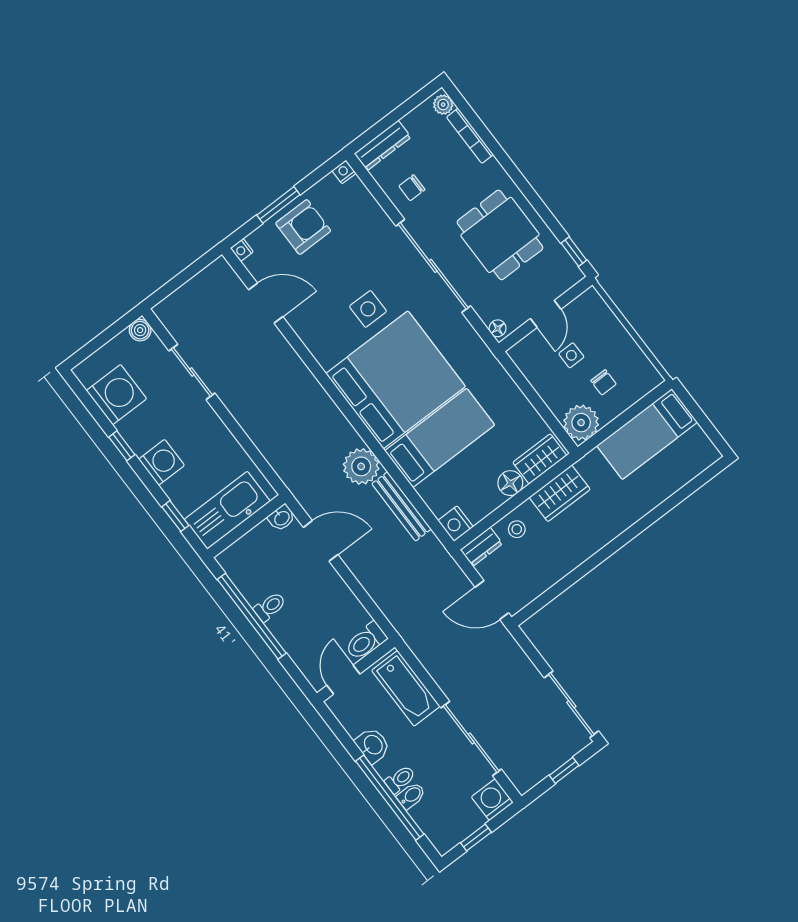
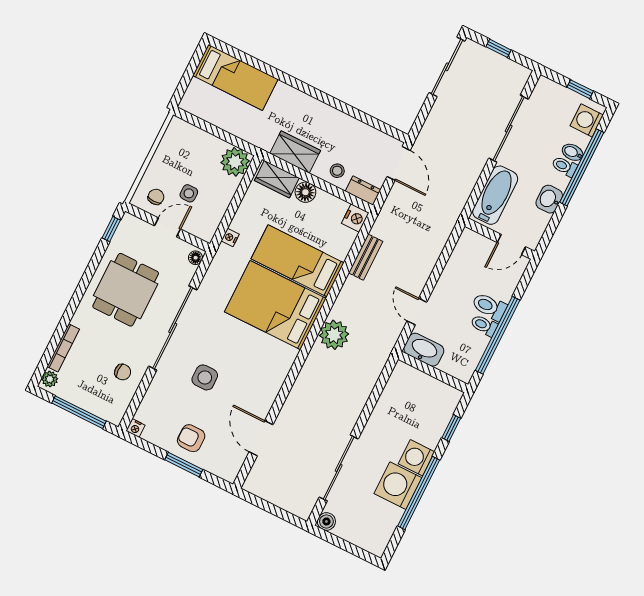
window: (391, 119) -> (79, 412), added
dresser: (383, 145) -> (102, 409), removed
armchair: (303, 227) -> (191, 438), width x0.72, depth x0.72
nightstand: (242, 250) -> (230, 238), moved, turned 180
side table: (368, 309) -> (205, 377), moved
sliding door: (192, 372) -> (339, 468), width x1.37
bed: (396, 380) -> (275, 305), width x0.73
chair: (603, 382) -> (156, 197), moved
washing machine: (116, 395) -> (398, 486), moved
bed: (647, 434) -> (235, 77), moved
window: (122, 446) -> (419, 493), width x3.17
plant: (361, 466) -> (334, 335), moved
bench: (402, 506) -> (366, 257), width x0.73
kitchen sink: (227, 510) -> (428, 392), removed
washbasin: (282, 518) -> (424, 350), width x1.91, depth x1.45
door: (321, 541) -> (417, 312), width x0.73
toilet: (366, 641) -> (489, 307), moved, turned 180
washing machine: (492, 800) -> (587, 120), moved, turned 90

